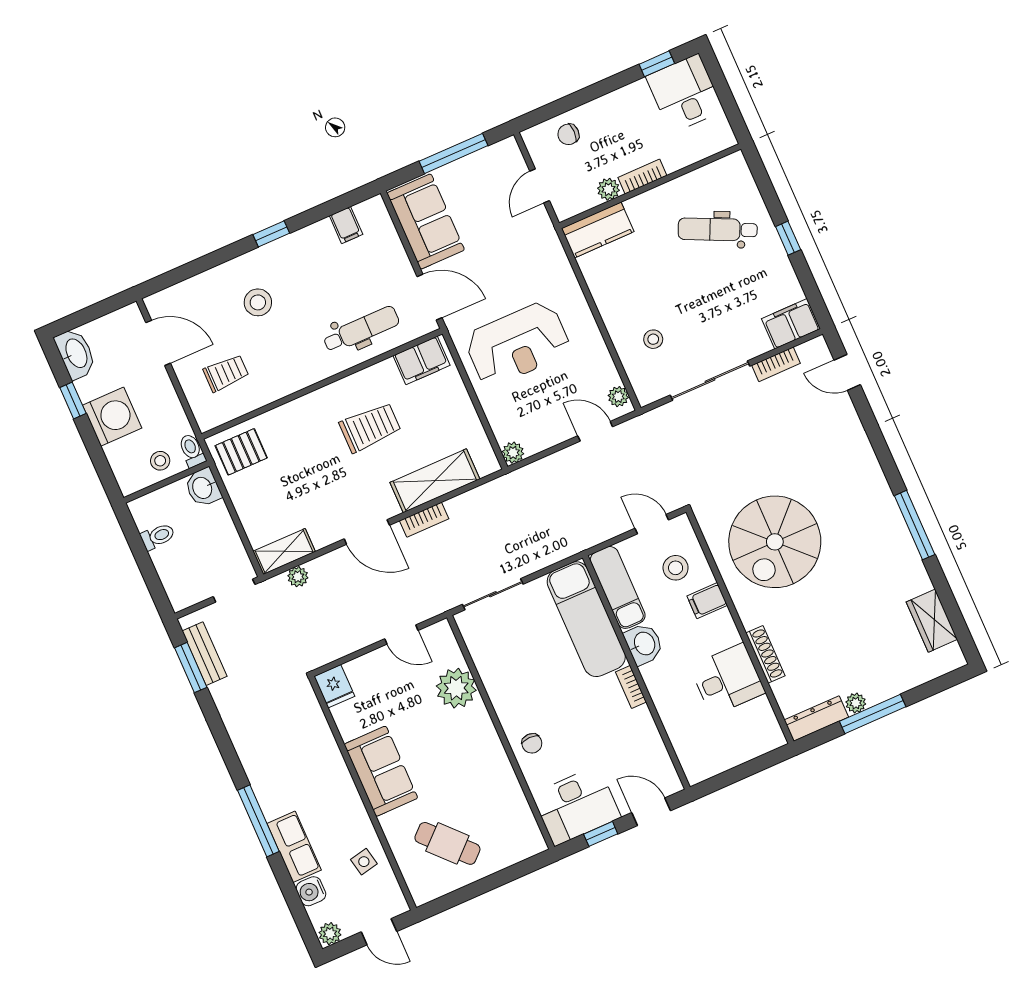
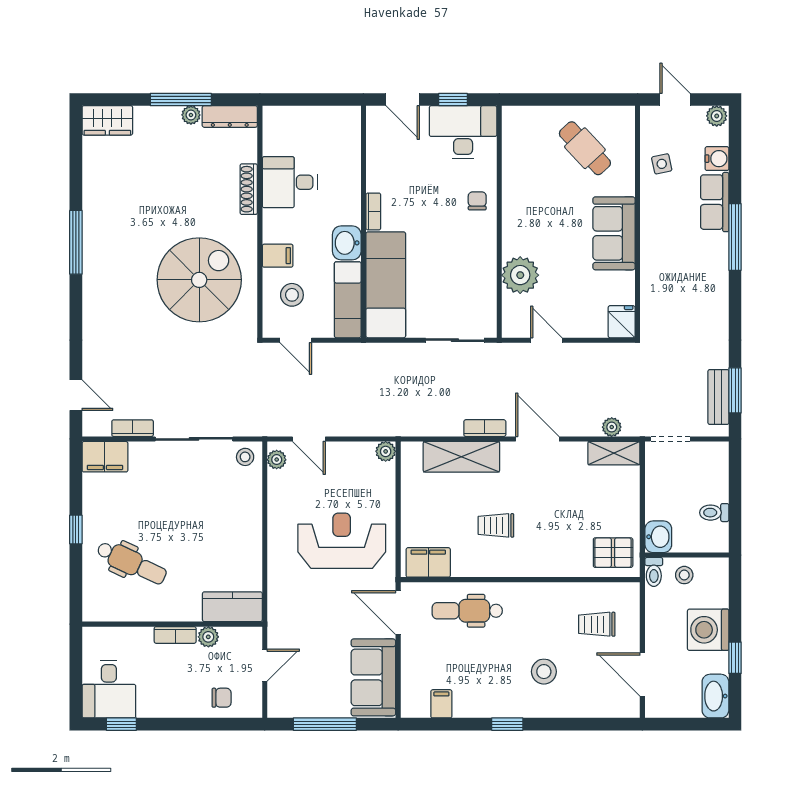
stool: (653, 339) -> (245, 457), moved
trolley: (370, 427) -> (496, 525), width x0.73, depth x0.72
wardrobe: (932, 621) -> (107, 120), moved, turned 90

